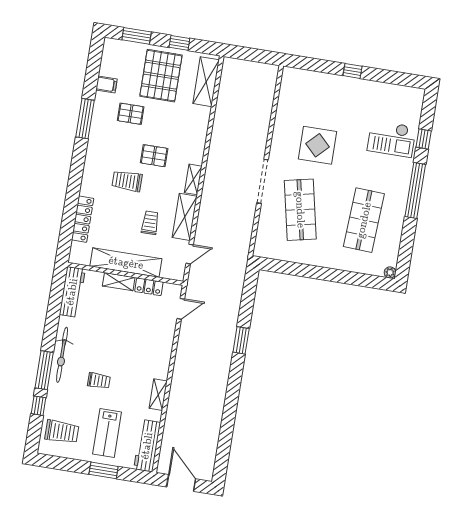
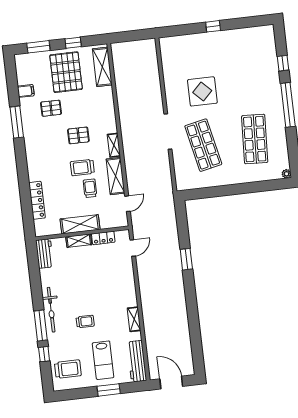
checkout: (392, 139) -> (258, 70), removed
trolley: (127, 181) -> (82, 168), moved
shelving: (126, 263) -> (80, 224), width x0.68
workbench: (72, 292) -> (45, 254), width x0.73

